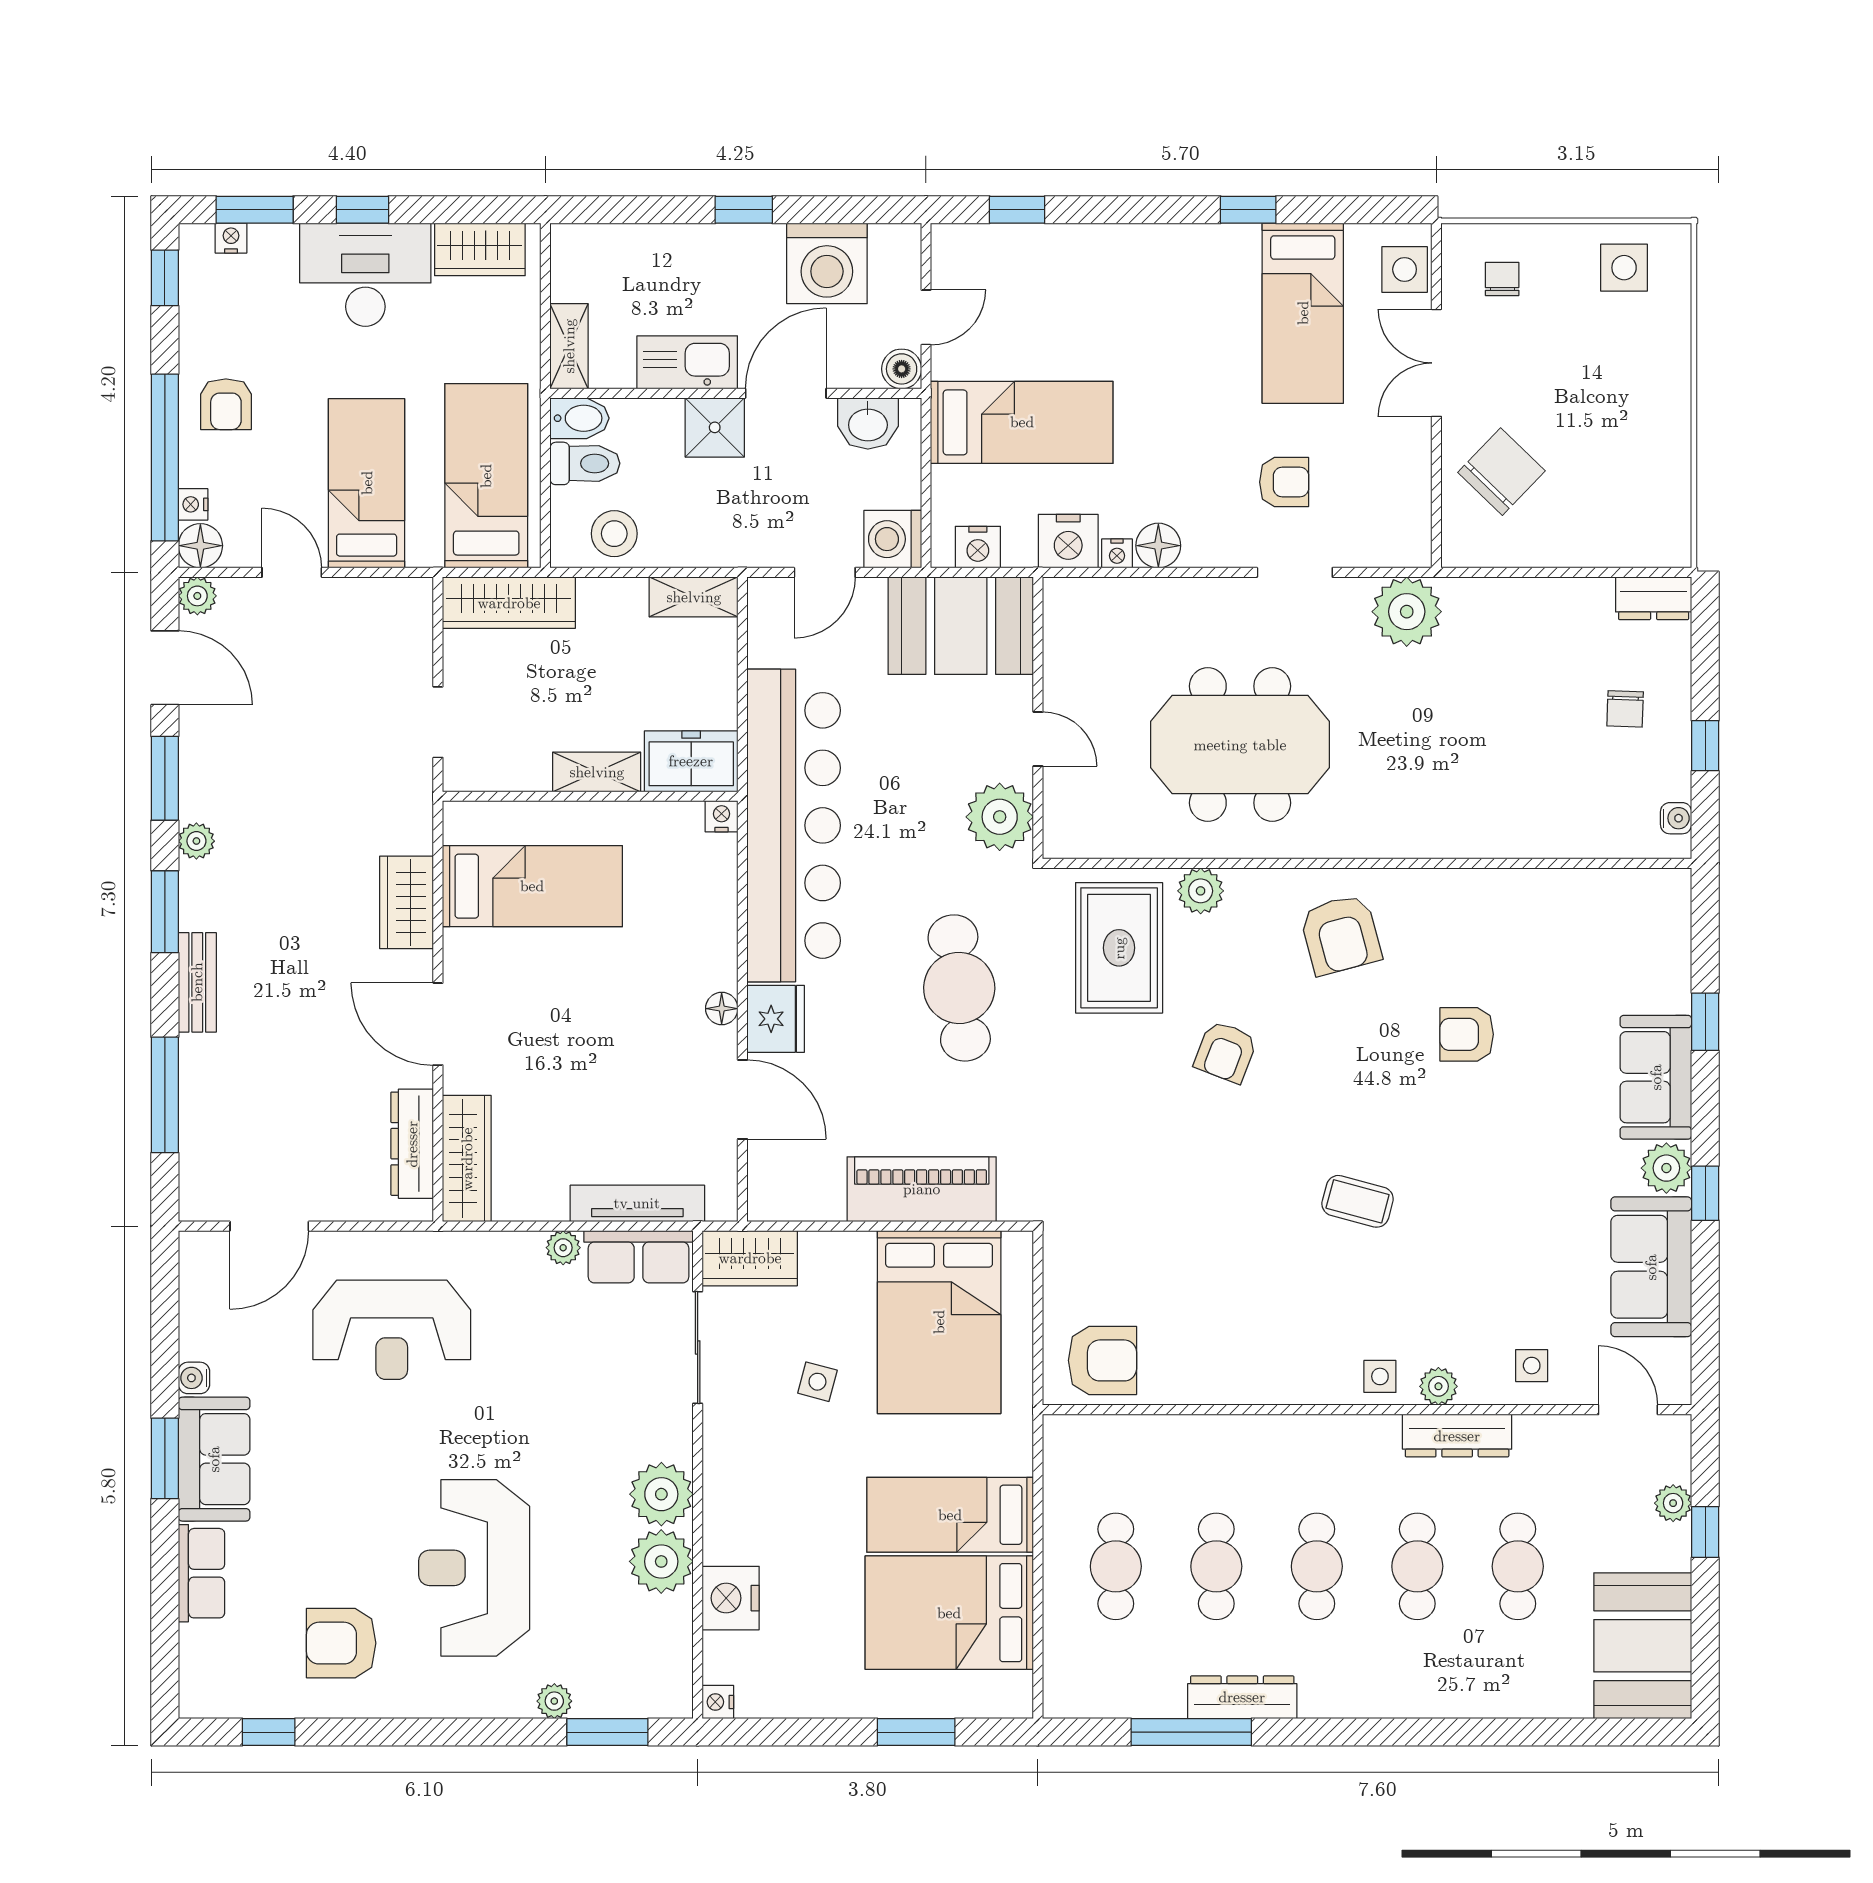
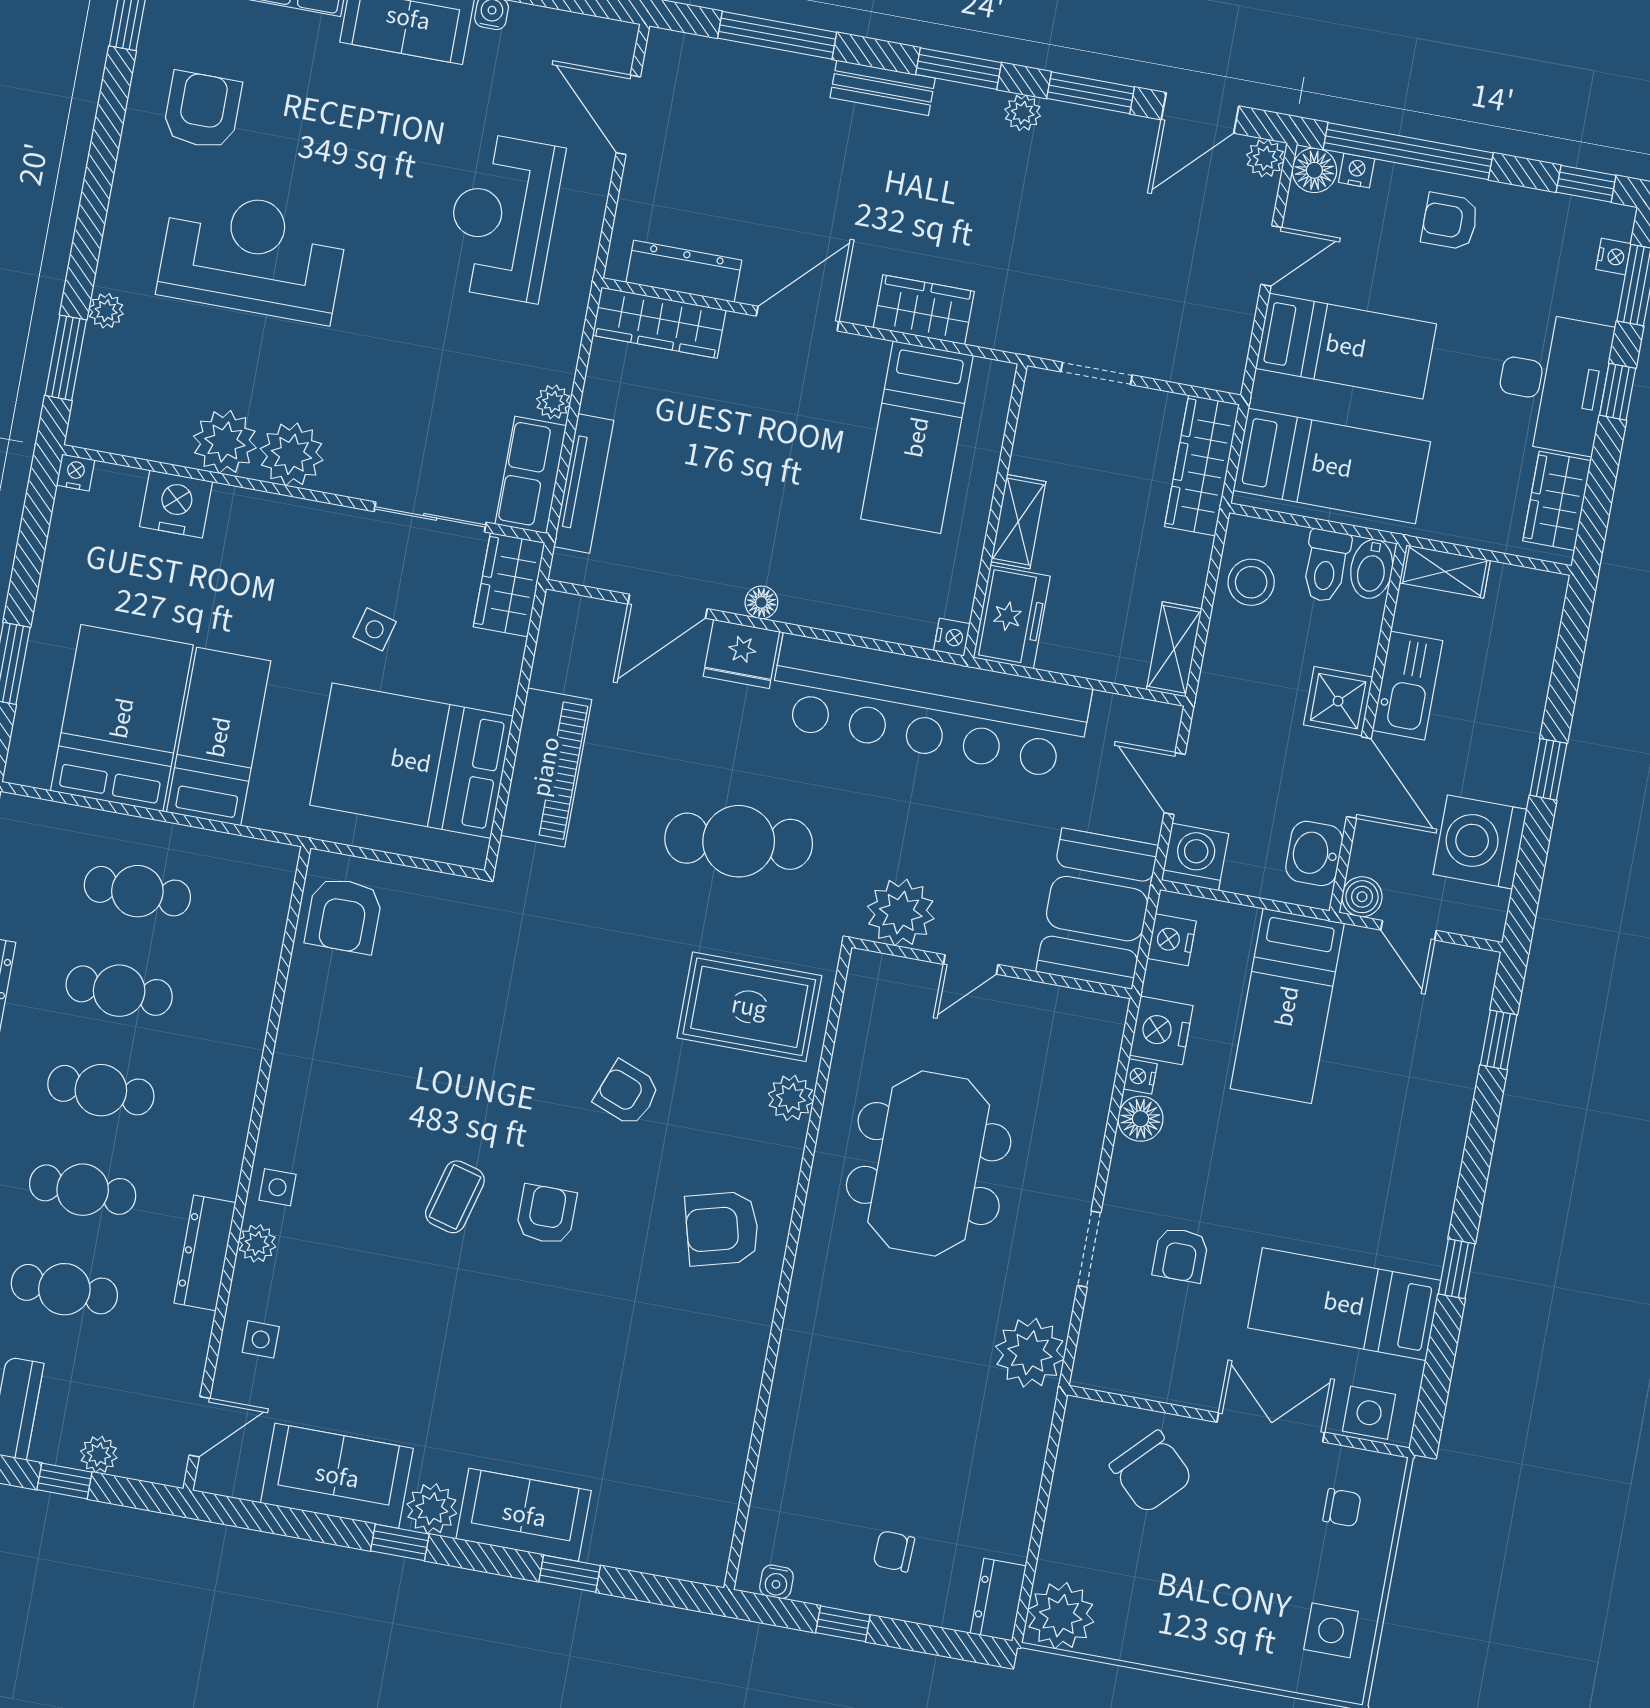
plant: (1658, 534) -> (1061, 1616), added
armchair: (1467, 1034) -> (546, 1214), moved

